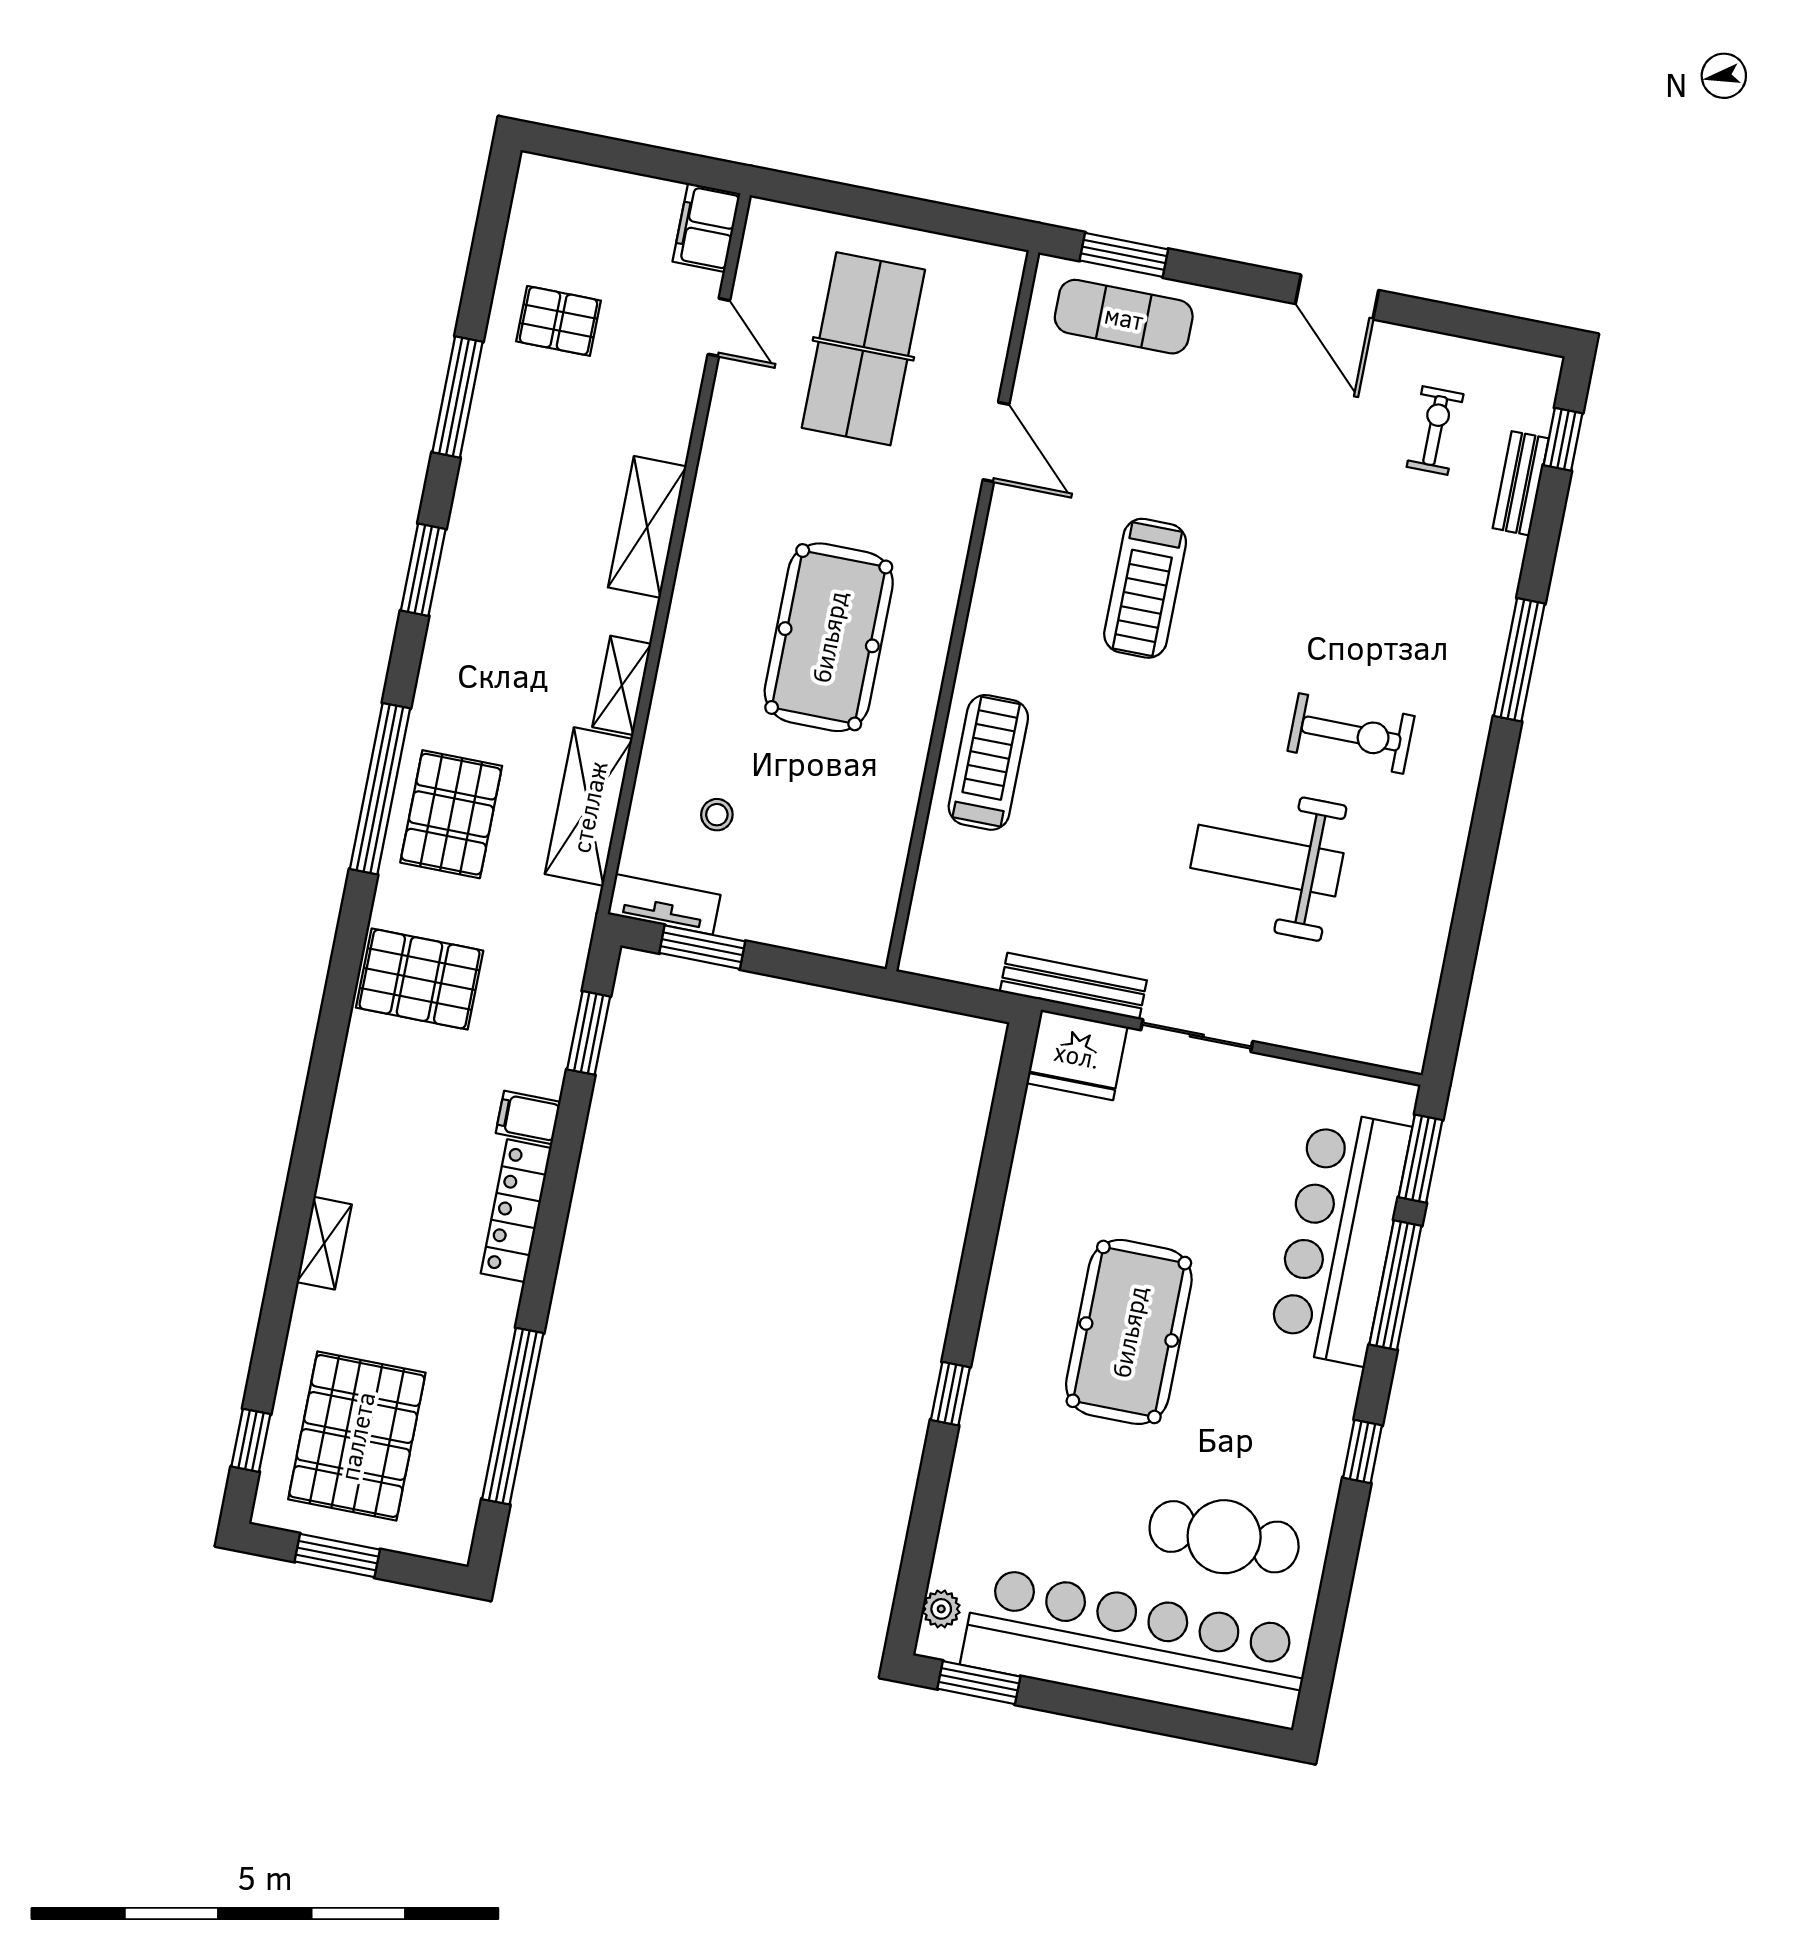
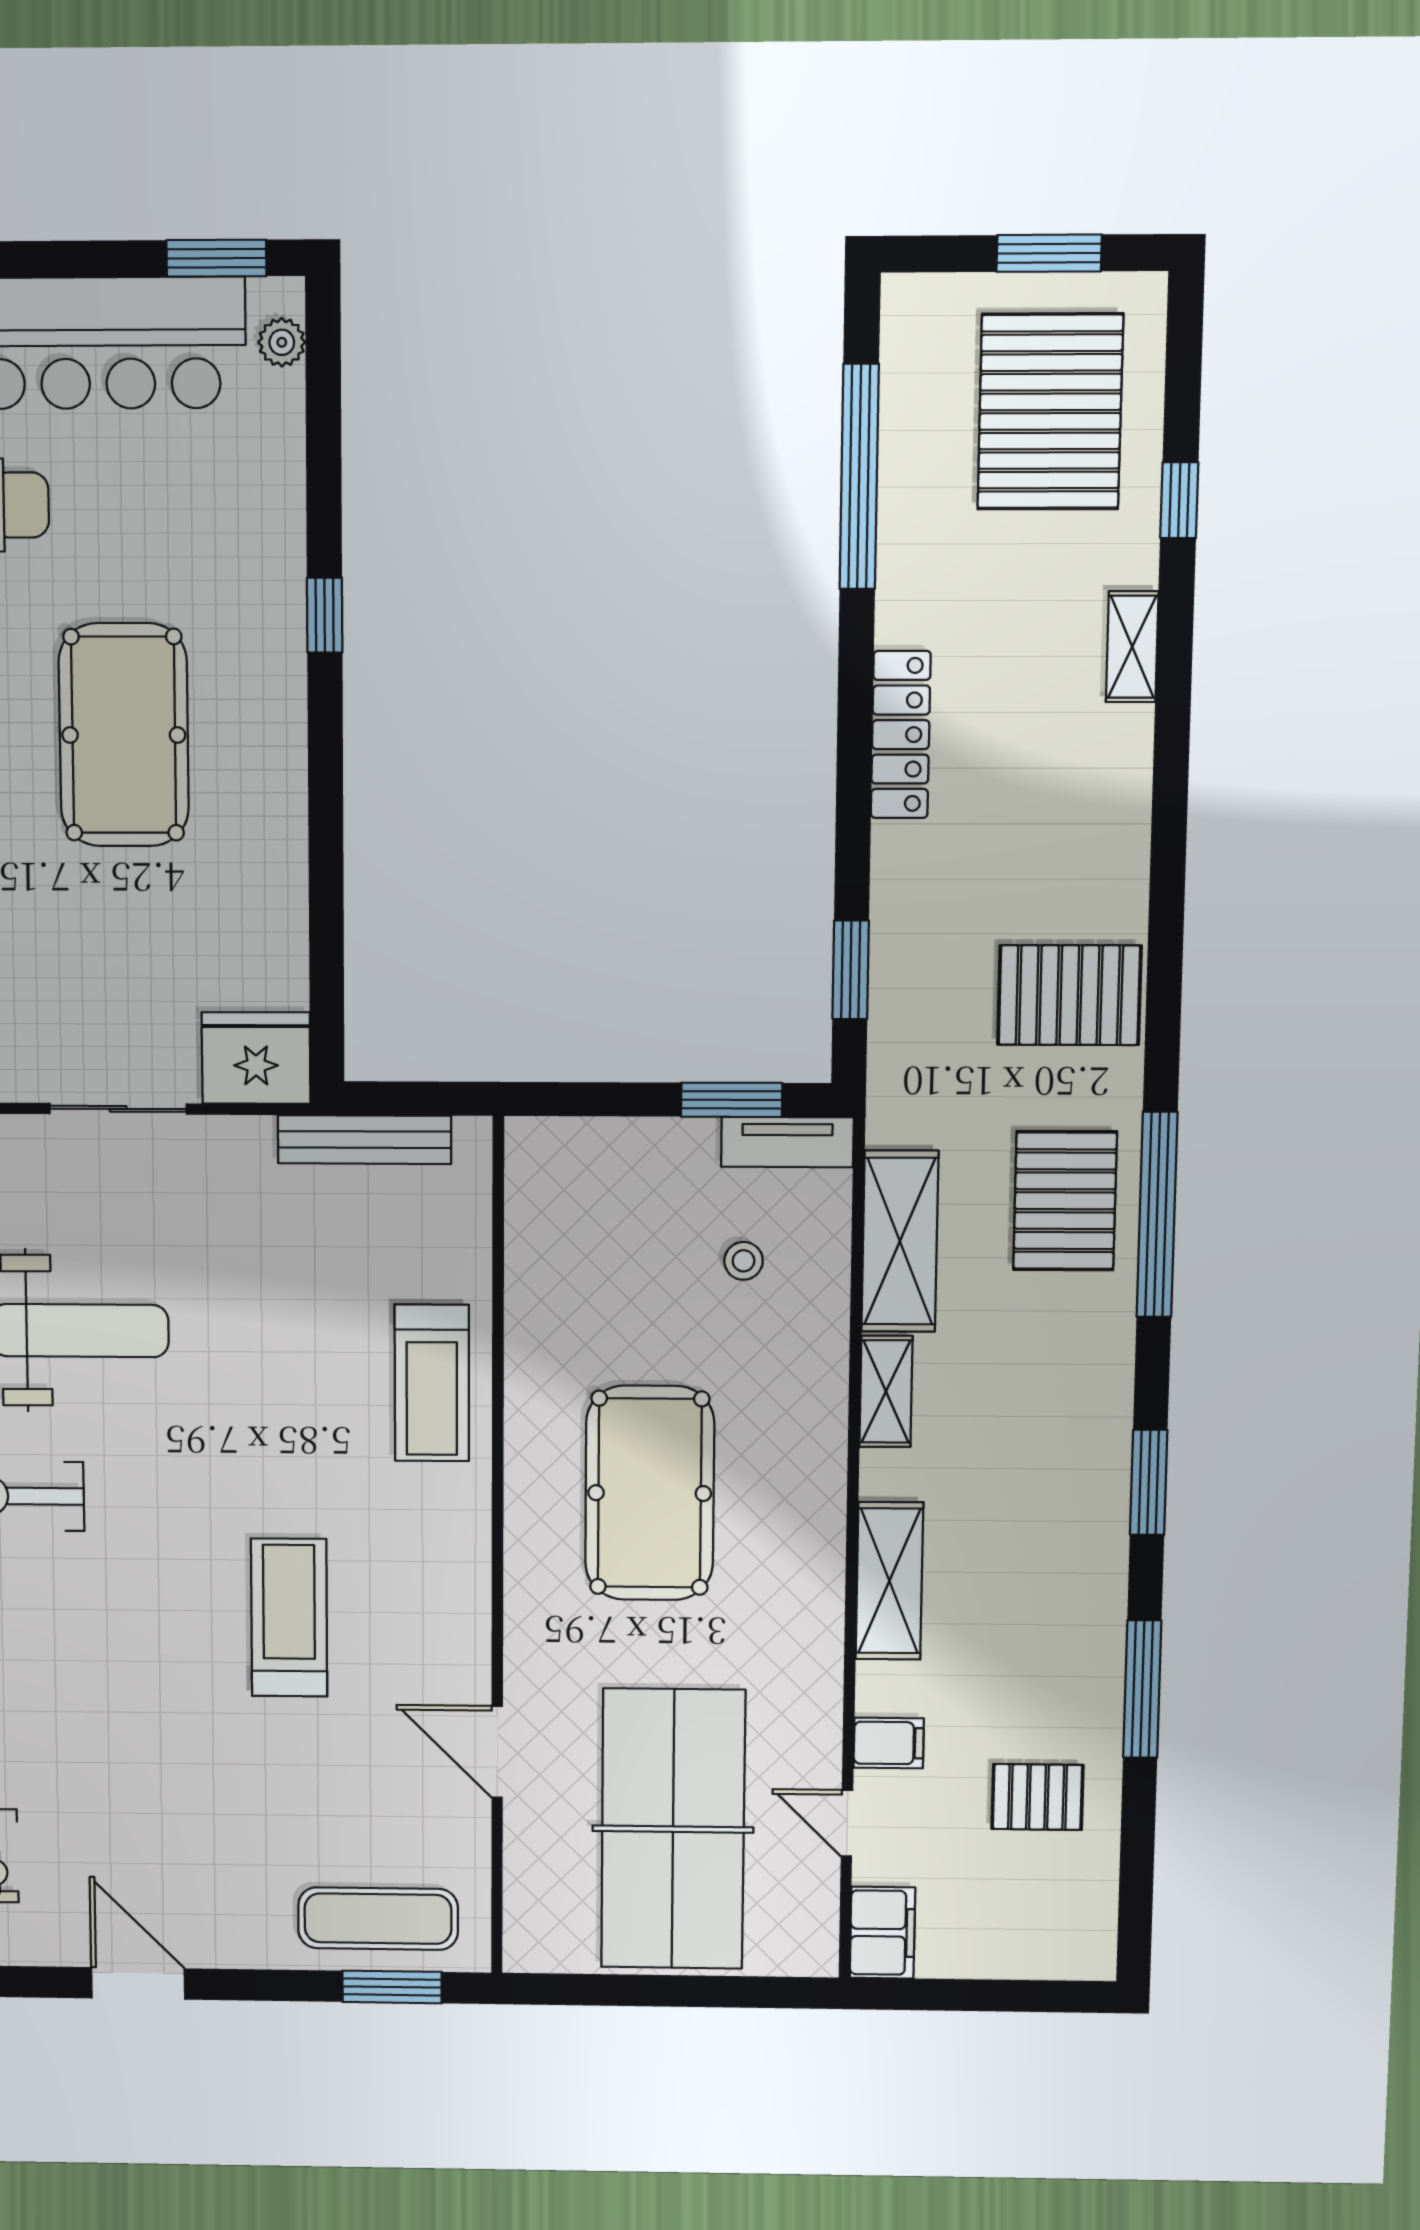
table tennis table: (863, 349) -> (673, 1829), width x1.36, depth x1.32
bench: (1073, 986) -> (365, 1140), moved
filing cabinet: (528, 1118) -> (889, 1743), moved
window: (251, 1440) -> (1179, 500), moved

